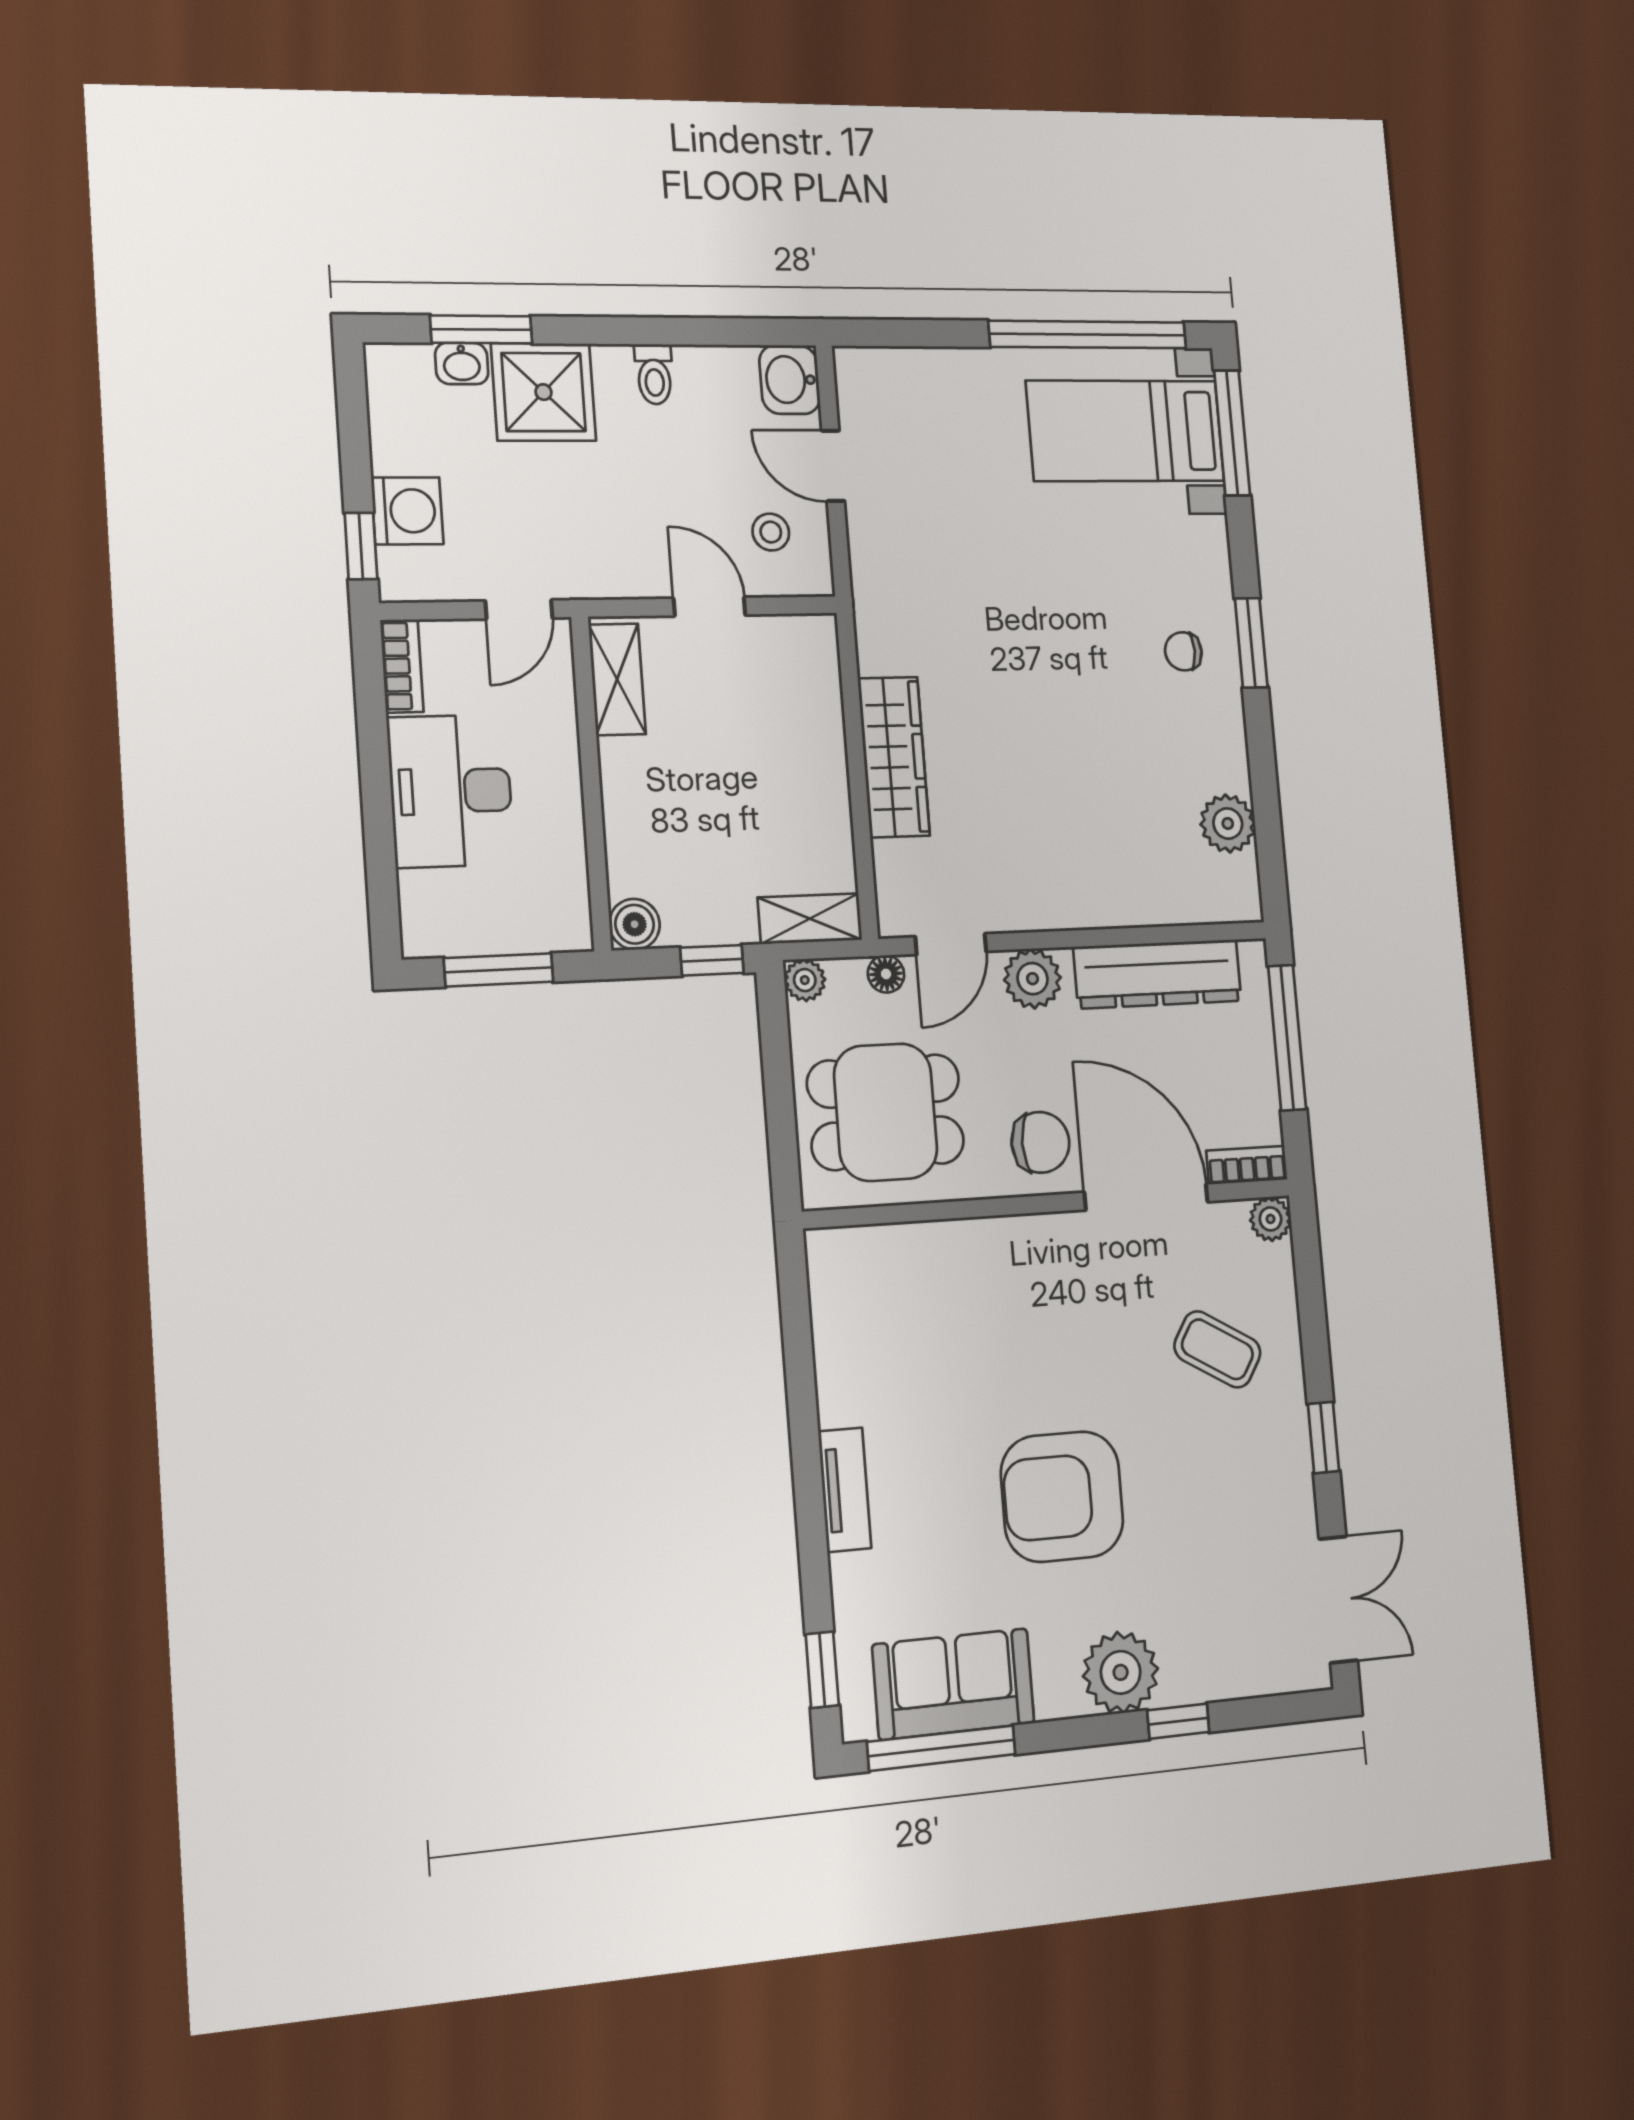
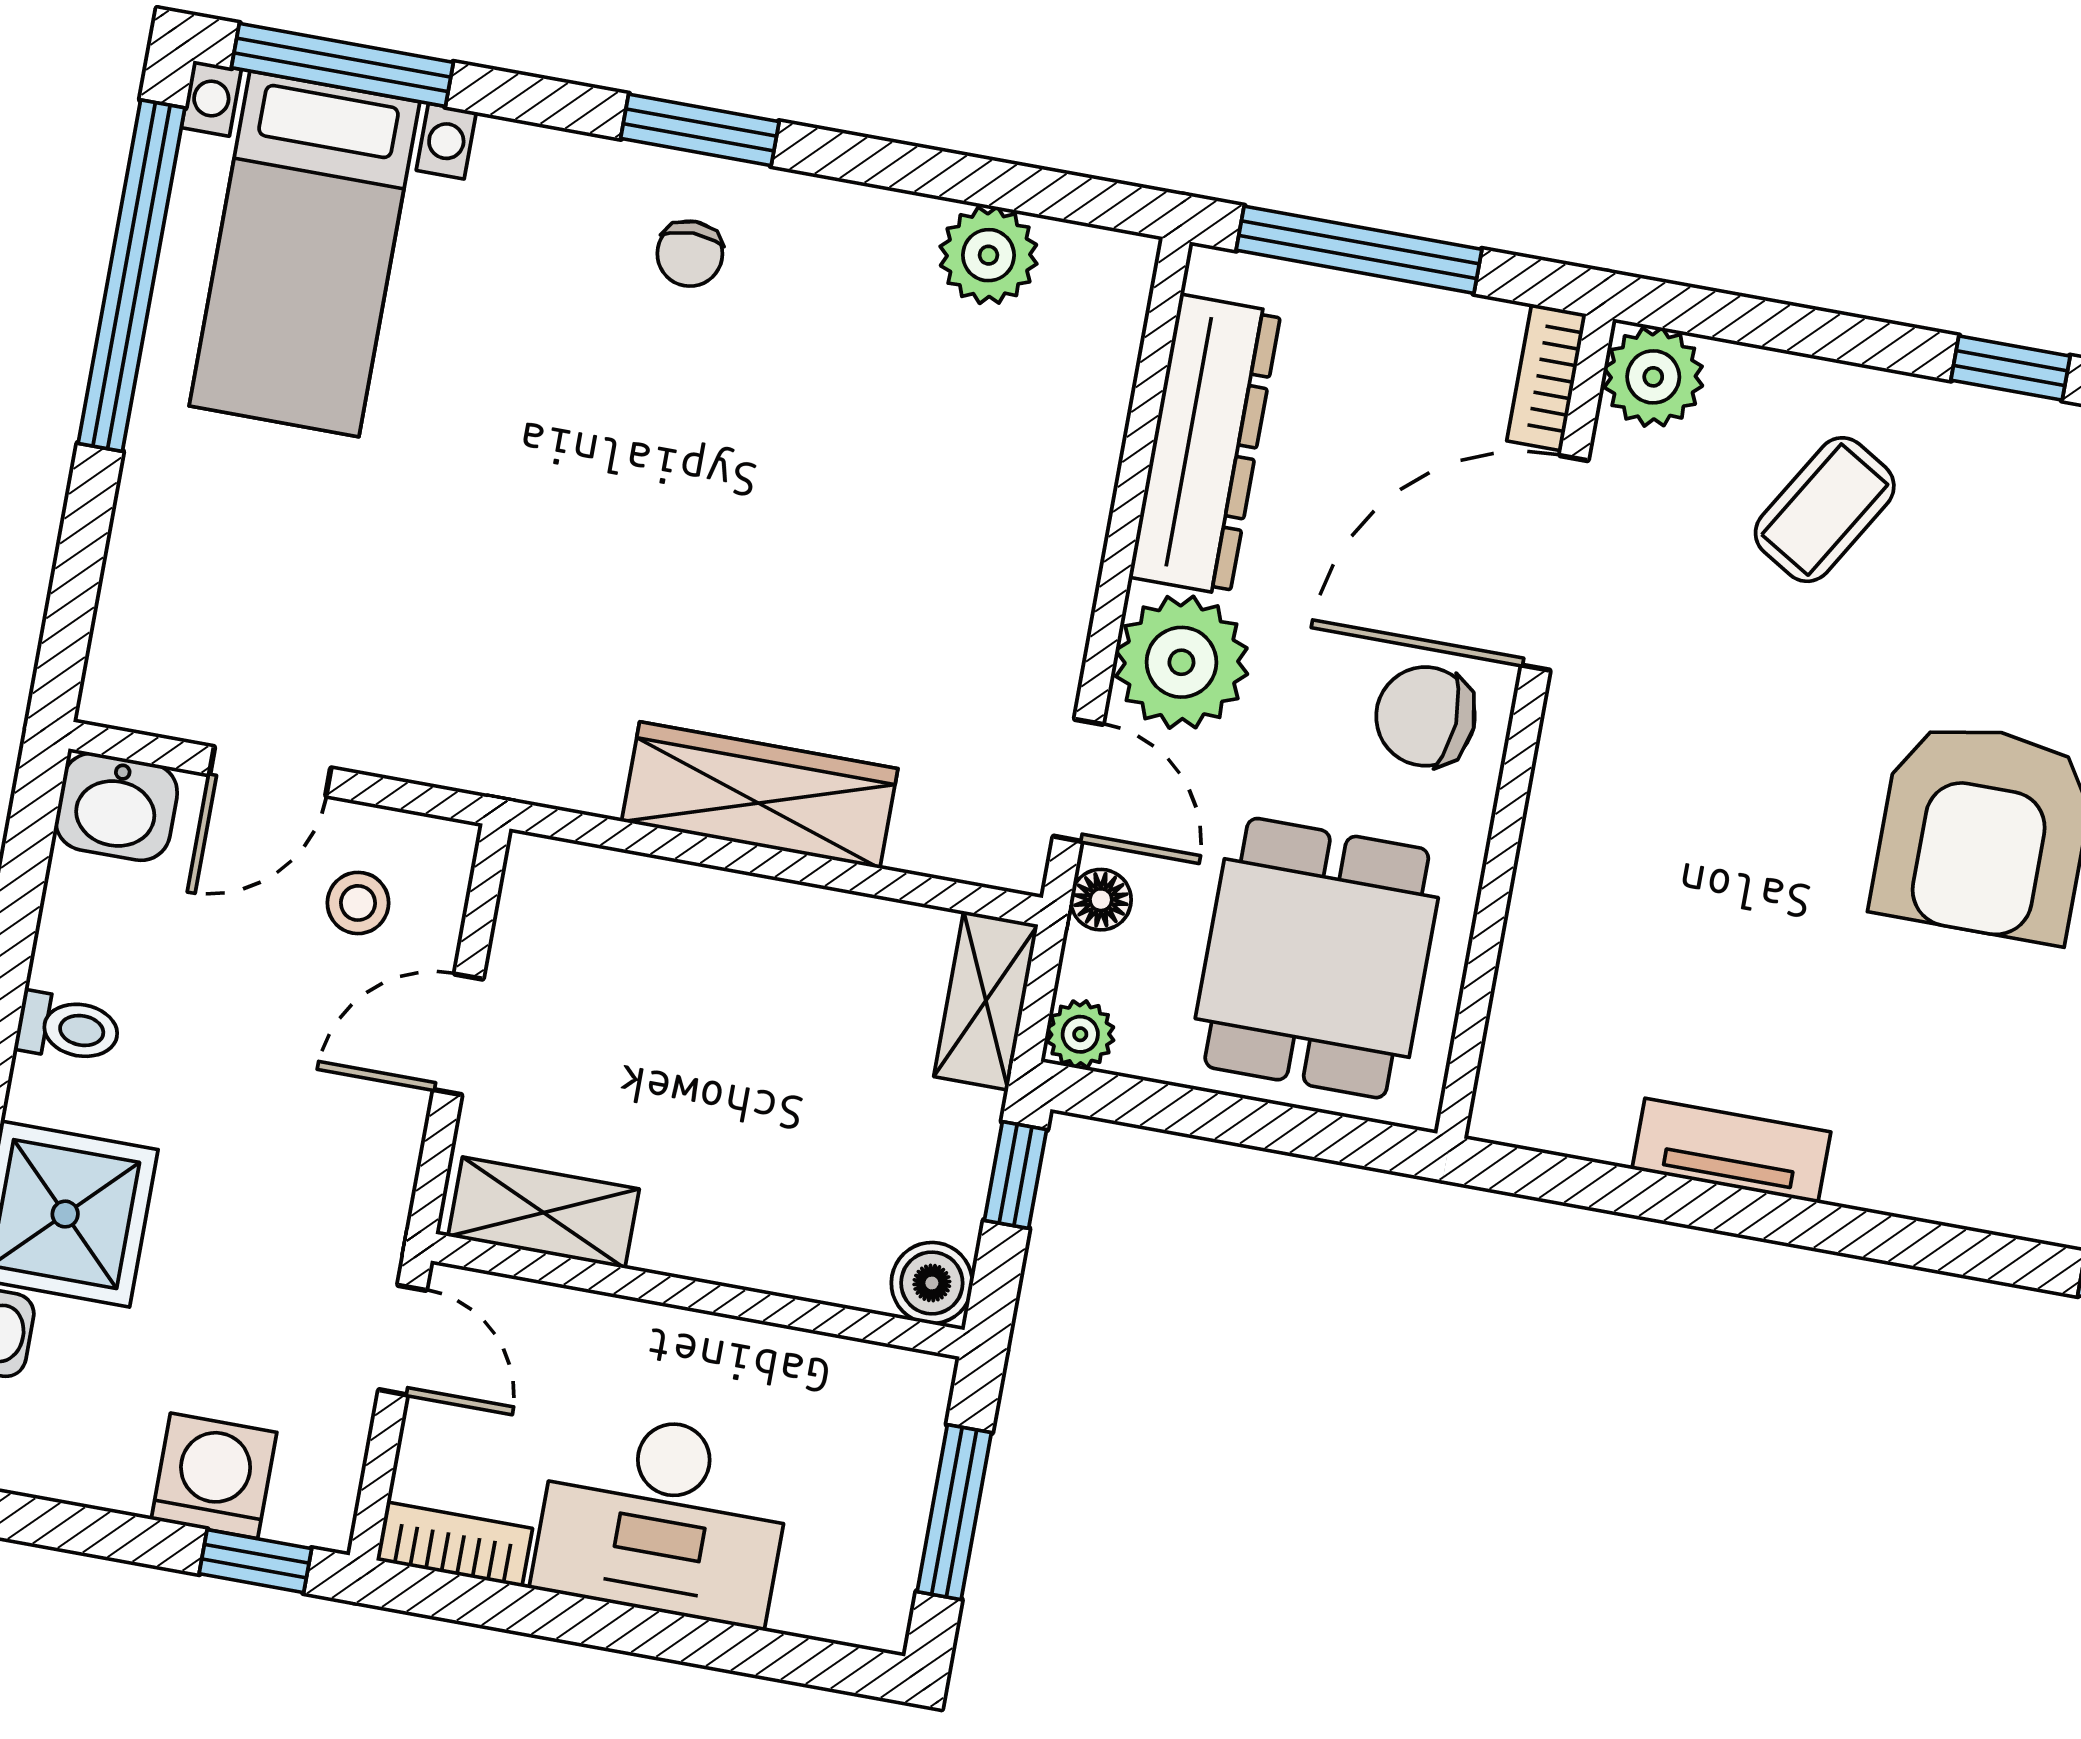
plant: (1033, 979) -> (1181, 662), width x1.36, depth x1.36
chair: (1040, 1142) -> (1425, 716), turned -87
plant: (1270, 1219) -> (1653, 377), width x1.38, depth x1.38
tv unit: (845, 1490) -> (1731, 1151), moved

